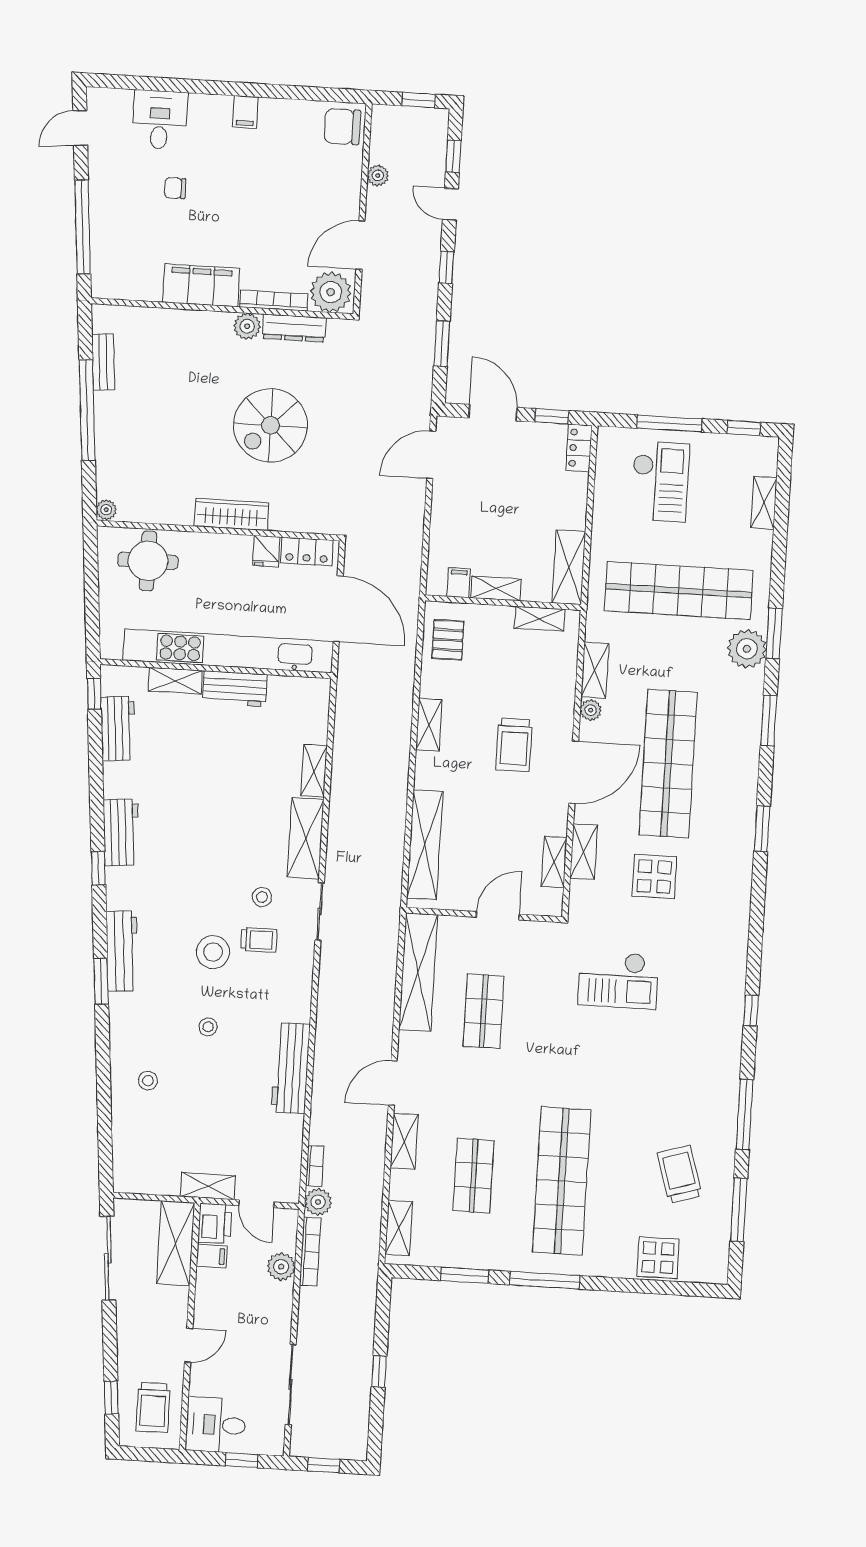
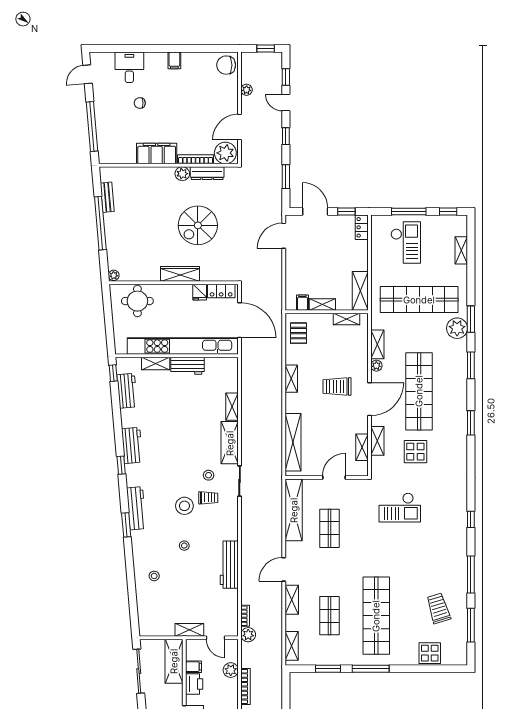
trolley: (514, 745) -> (337, 386), turned 90
printer: (215, 1223) -> (194, 684), moved
bookcase: (310, 1252) -> (246, 686), moved

